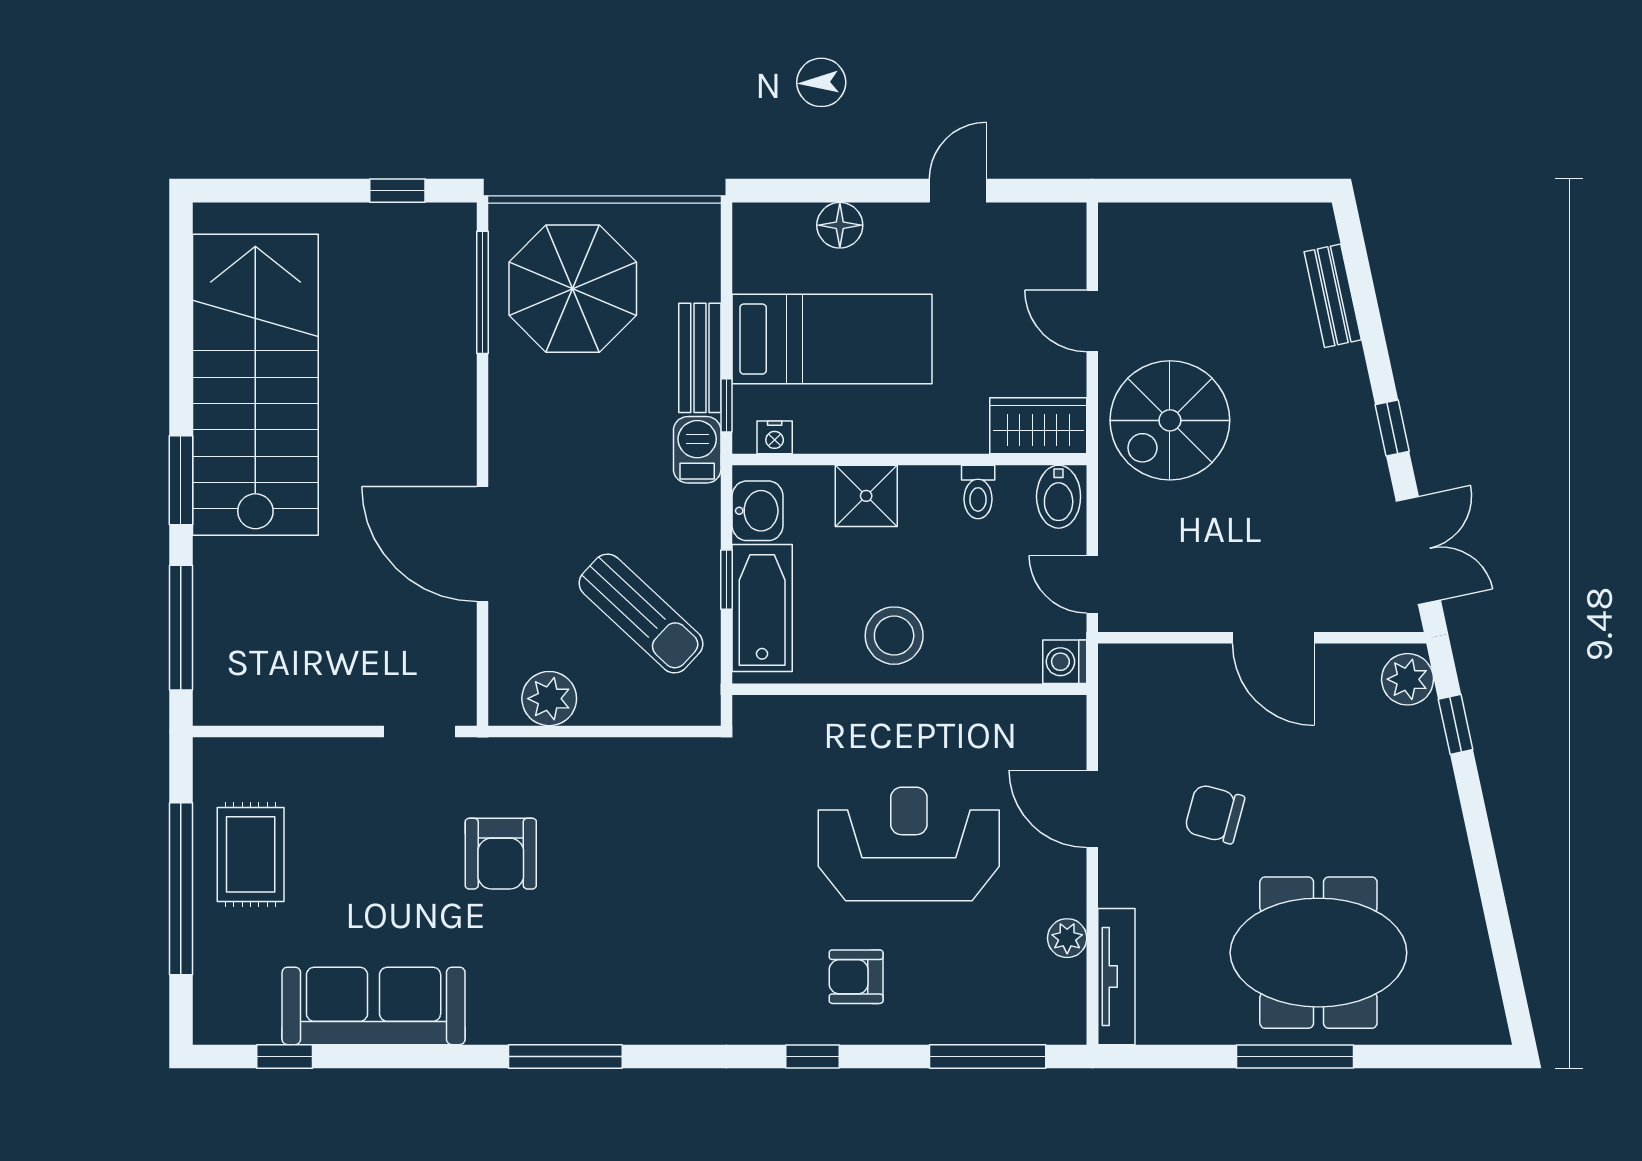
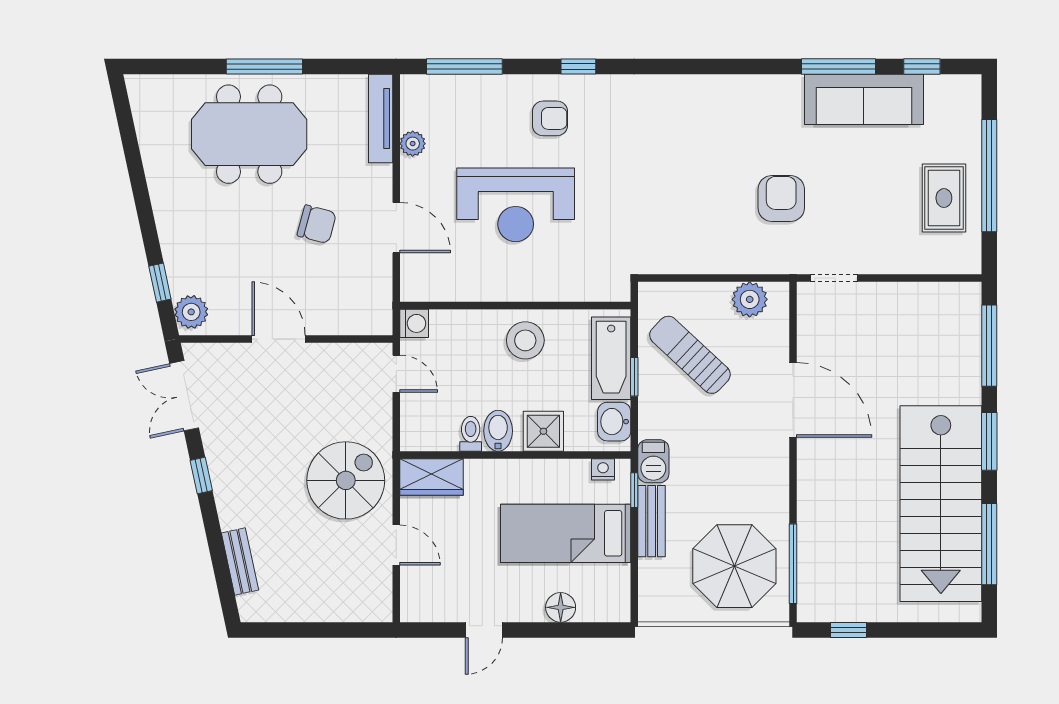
window: (181, 322) -> (989, 544), added
bidet: (1059, 497) -> (498, 431), moved
window: (565, 1056) -> (839, 67), moved

